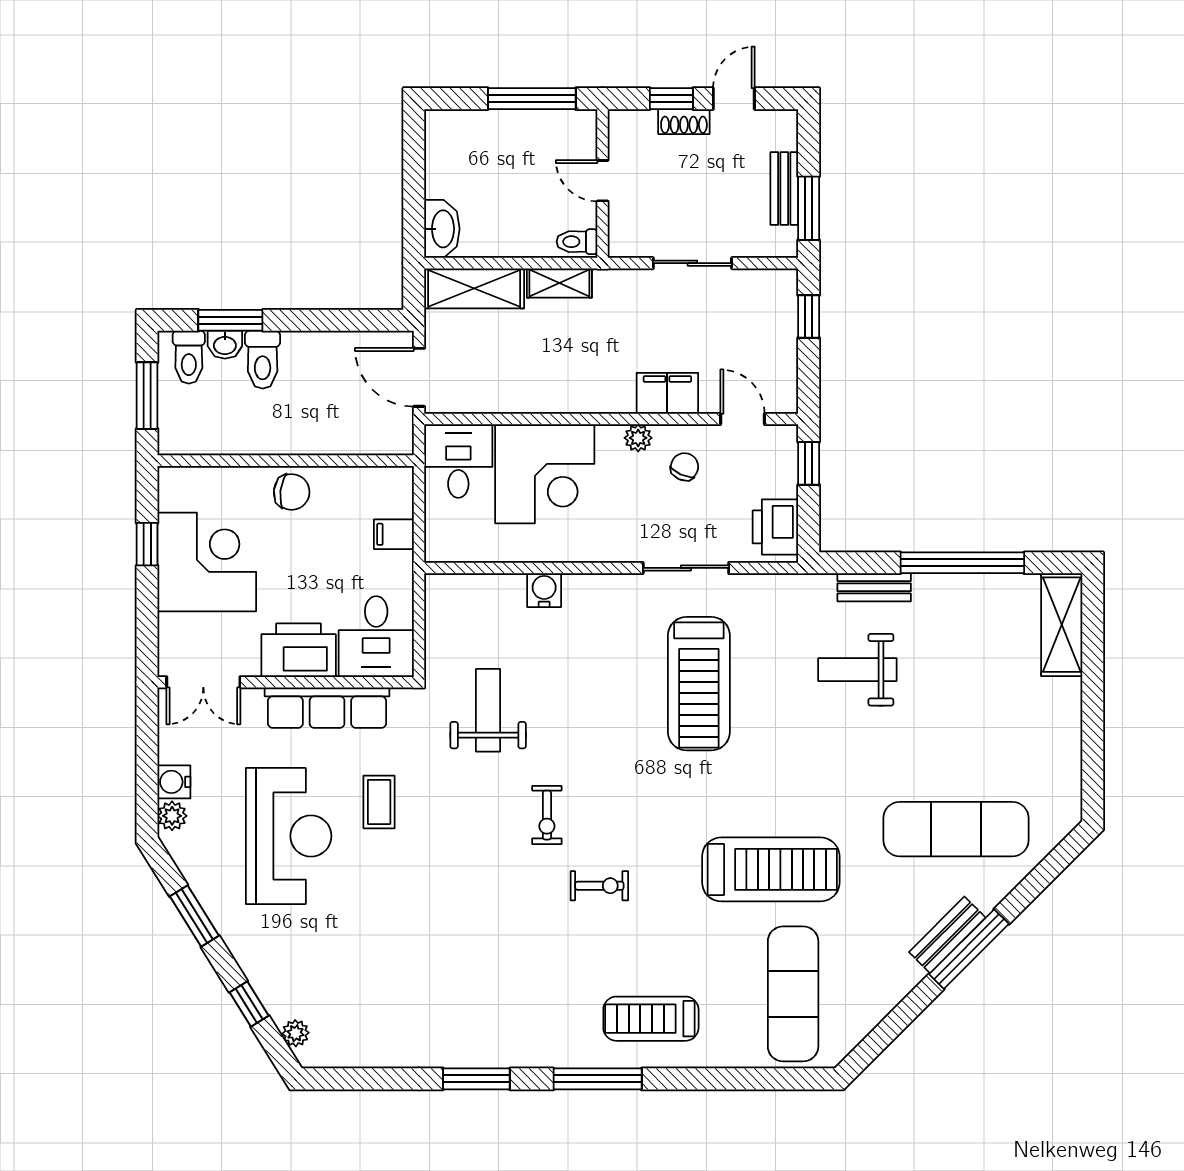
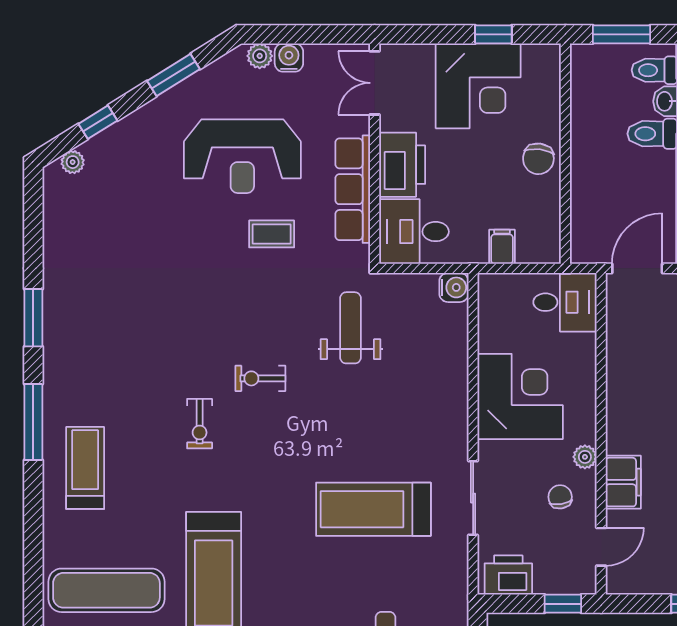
chair: (685, 467) -> (560, 497), turned -123
corner desk: (545, 474) -> (520, 396), moved, turned 180
water cooler: (544, 590) -> (454, 287), moved
weight bench: (488, 710) -> (350, 328), turned -90

